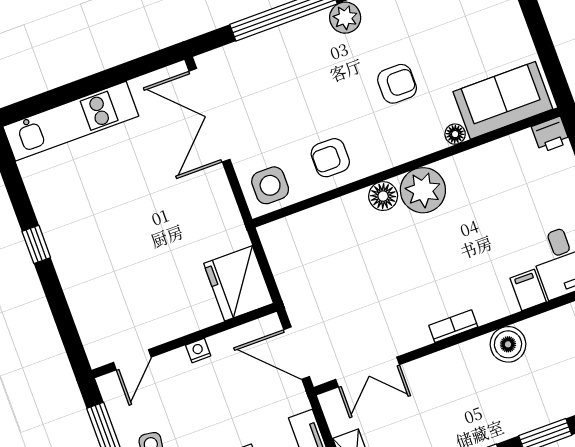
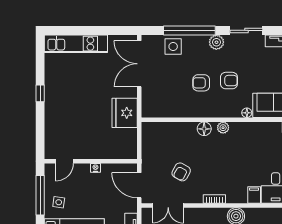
armchair: (330, 158) -> (201, 83), moved
side table: (270, 185) -> (173, 46), moved
plant: (423, 190) -> (223, 128), width x0.53, depth x0.53
fridge: (239, 283) -> (125, 113), moved
armchair: (369, 297) -> (181, 172), added

